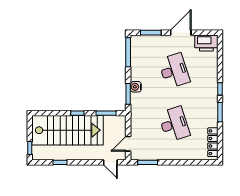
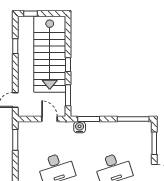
water cooler: (136, 87) -> (80, 127), moved
door: (128, 144) -> (49, 119), moved

